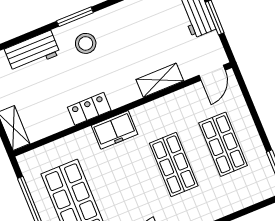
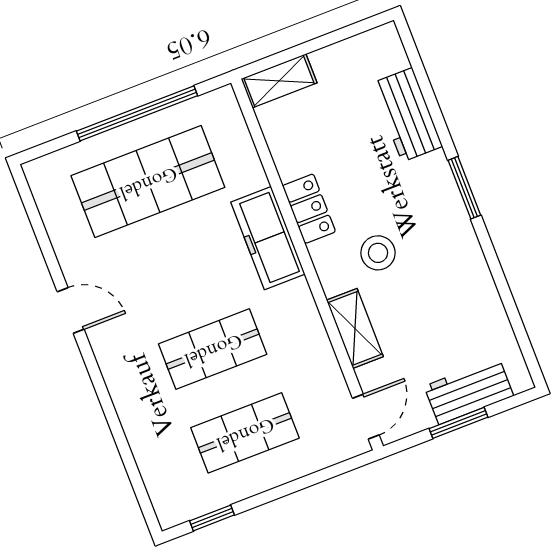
stool: (86, 43) -> (378, 253), moved
door: (212, 73) -> (366, 417), swing flipped
freezer: (114, 130) -> (268, 238), width x1.40

